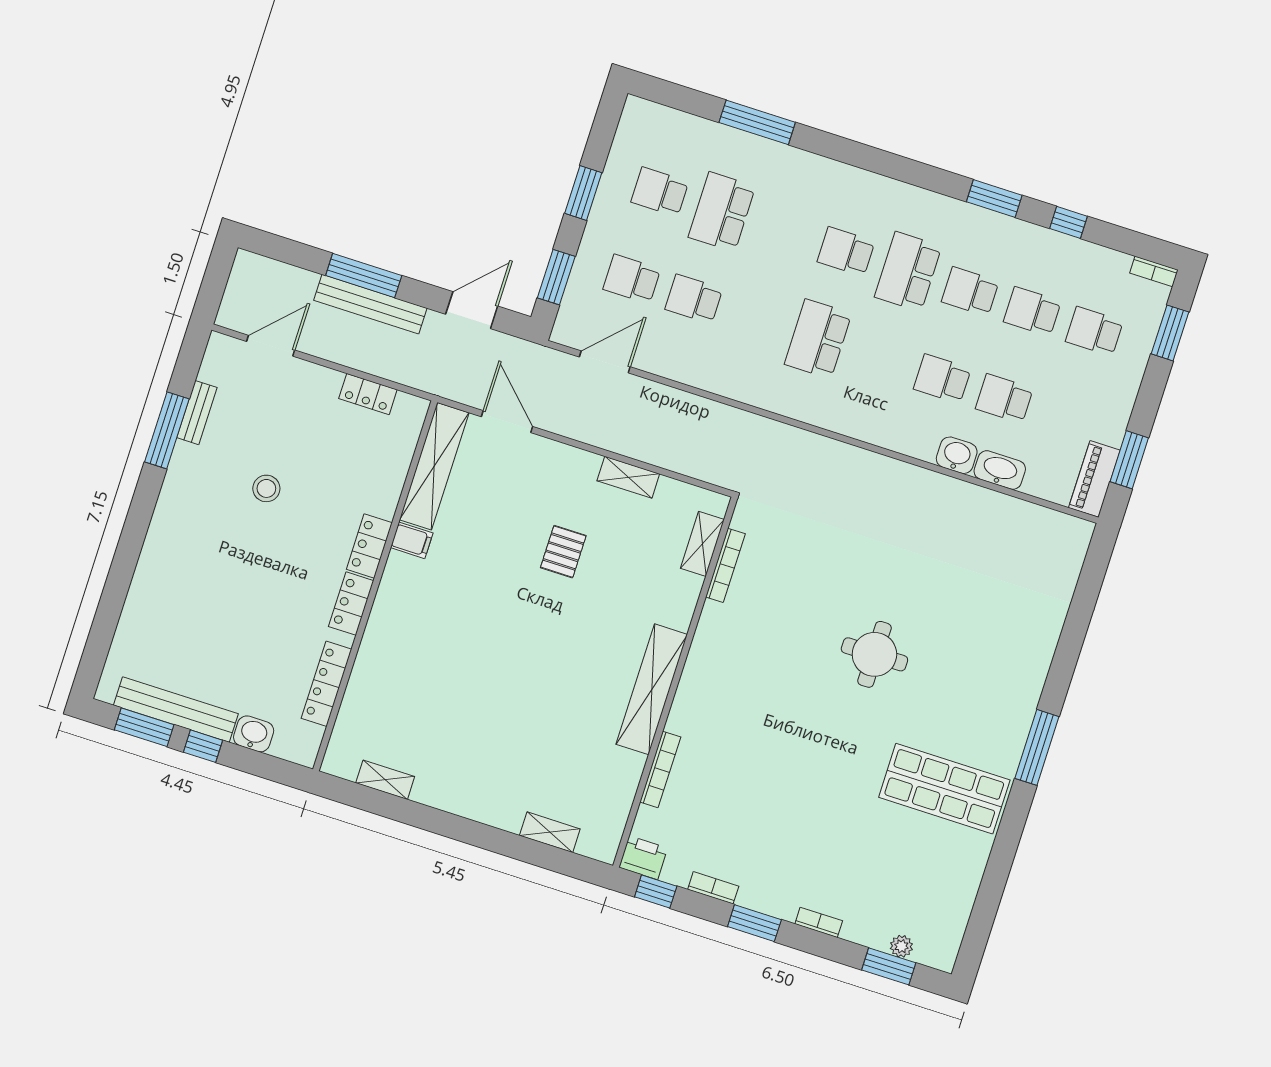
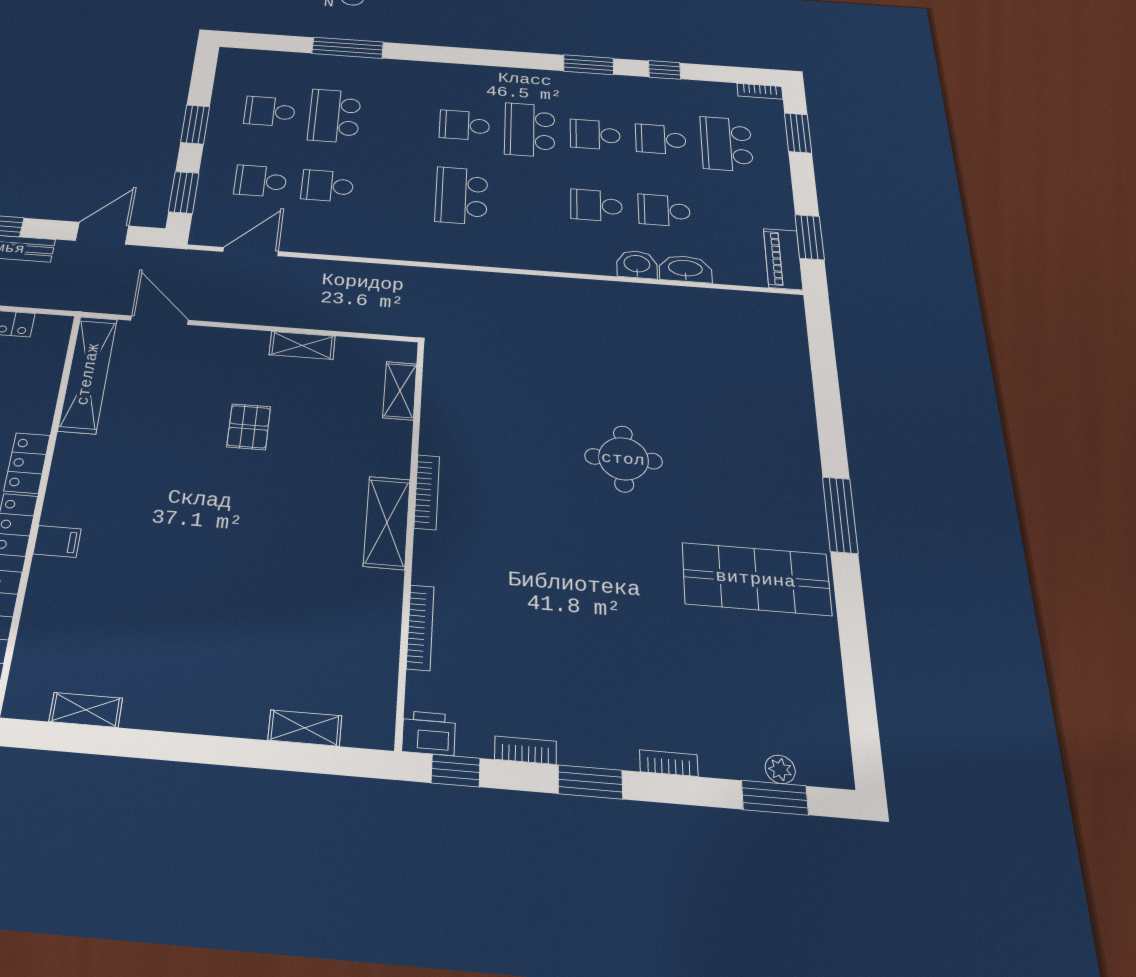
school desk: (1094, 331) -> (727, 144), width x1.85
filing cabinet: (412, 540) -> (57, 541), moved
bookcase: (725, 565) -> (427, 492), moved
shelving: (652, 689) -> (387, 523), width x0.68

